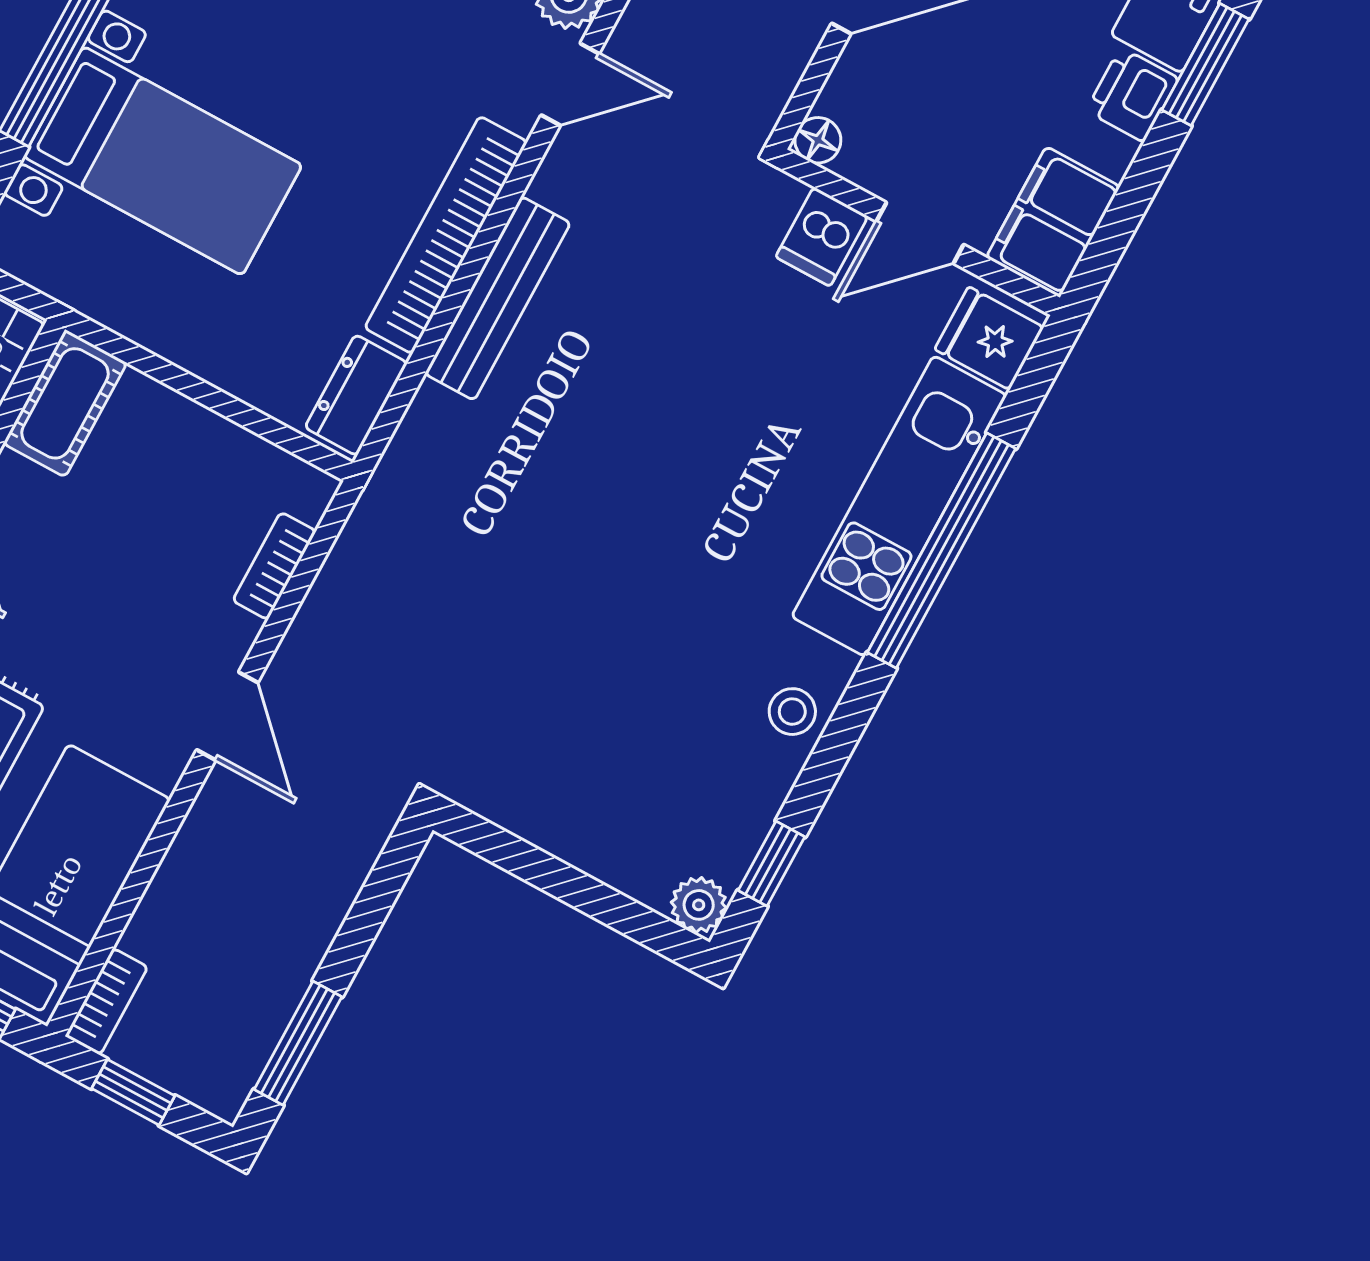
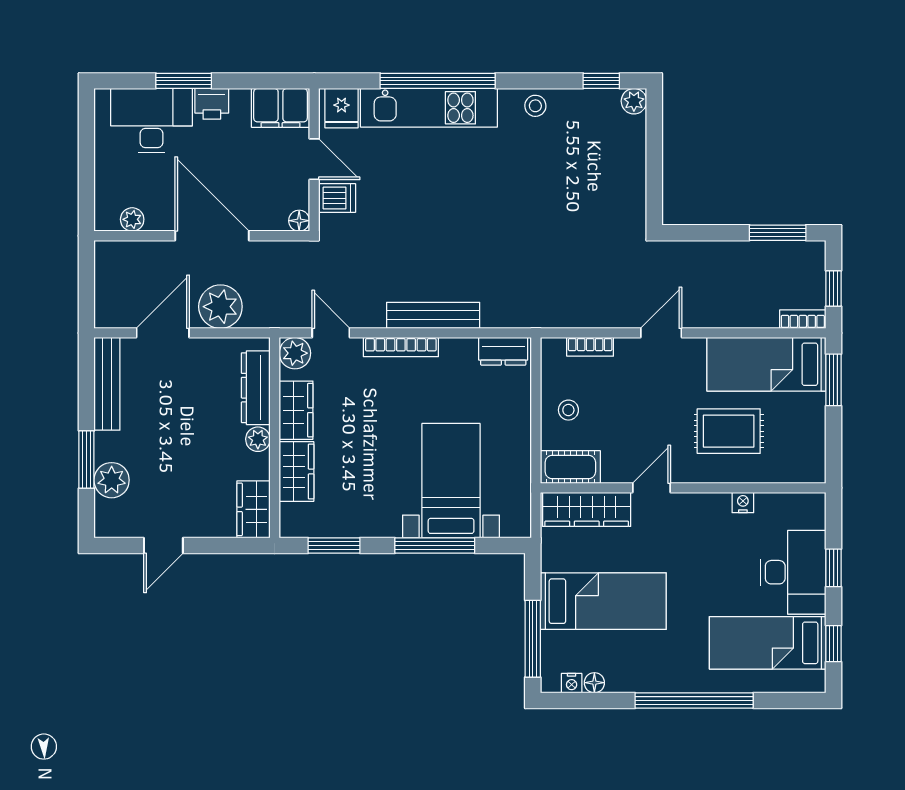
bookcase: (446, 235) -> (401, 347), width x0.68, depth x0.76
stool: (176, 459) -> (568, 410), added

